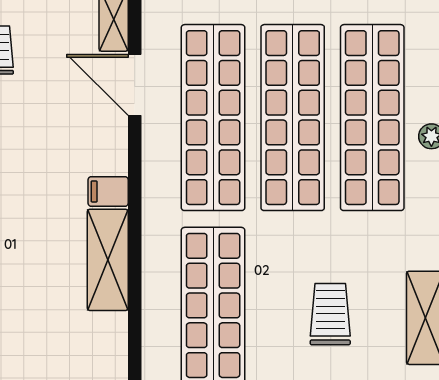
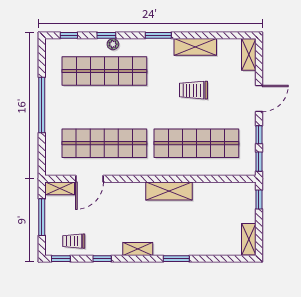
shop shelf: (293, 118) -> (104, 107), removed
filing cabinet: (108, 191) -> (138, 191), removed

